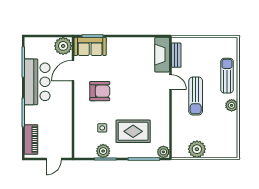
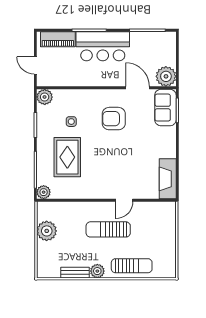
fireplace: (162, 55) -> (168, 179), moved, turned -90
bench: (176, 55) -> (75, 273), moved
bar counter: (37, 82) -> (103, 46), moved
armchair: (100, 91) -> (114, 119), turned 90
plant: (103, 151) -> (45, 97), moved

